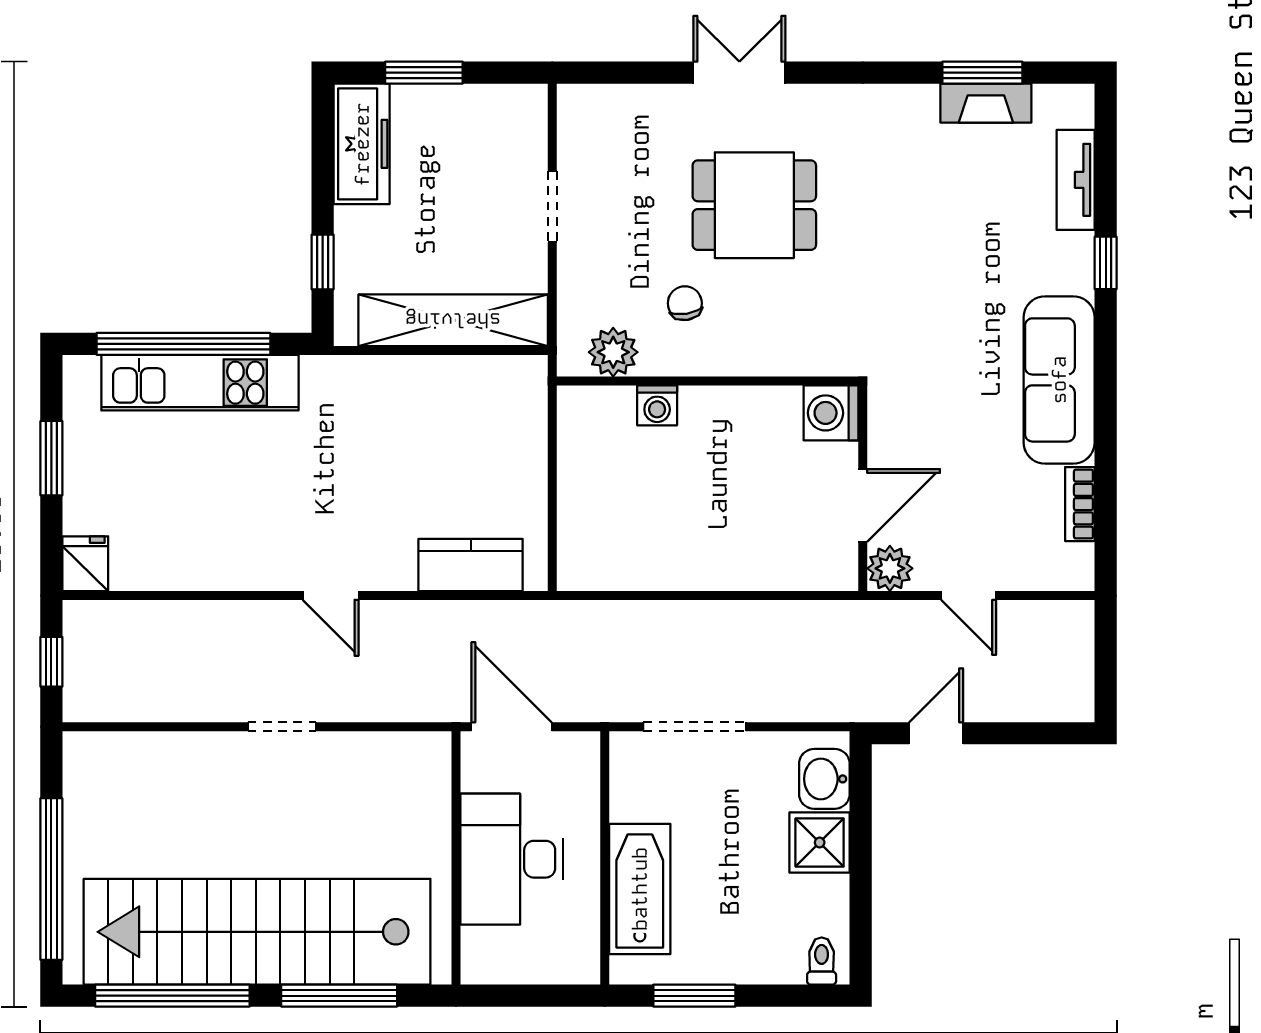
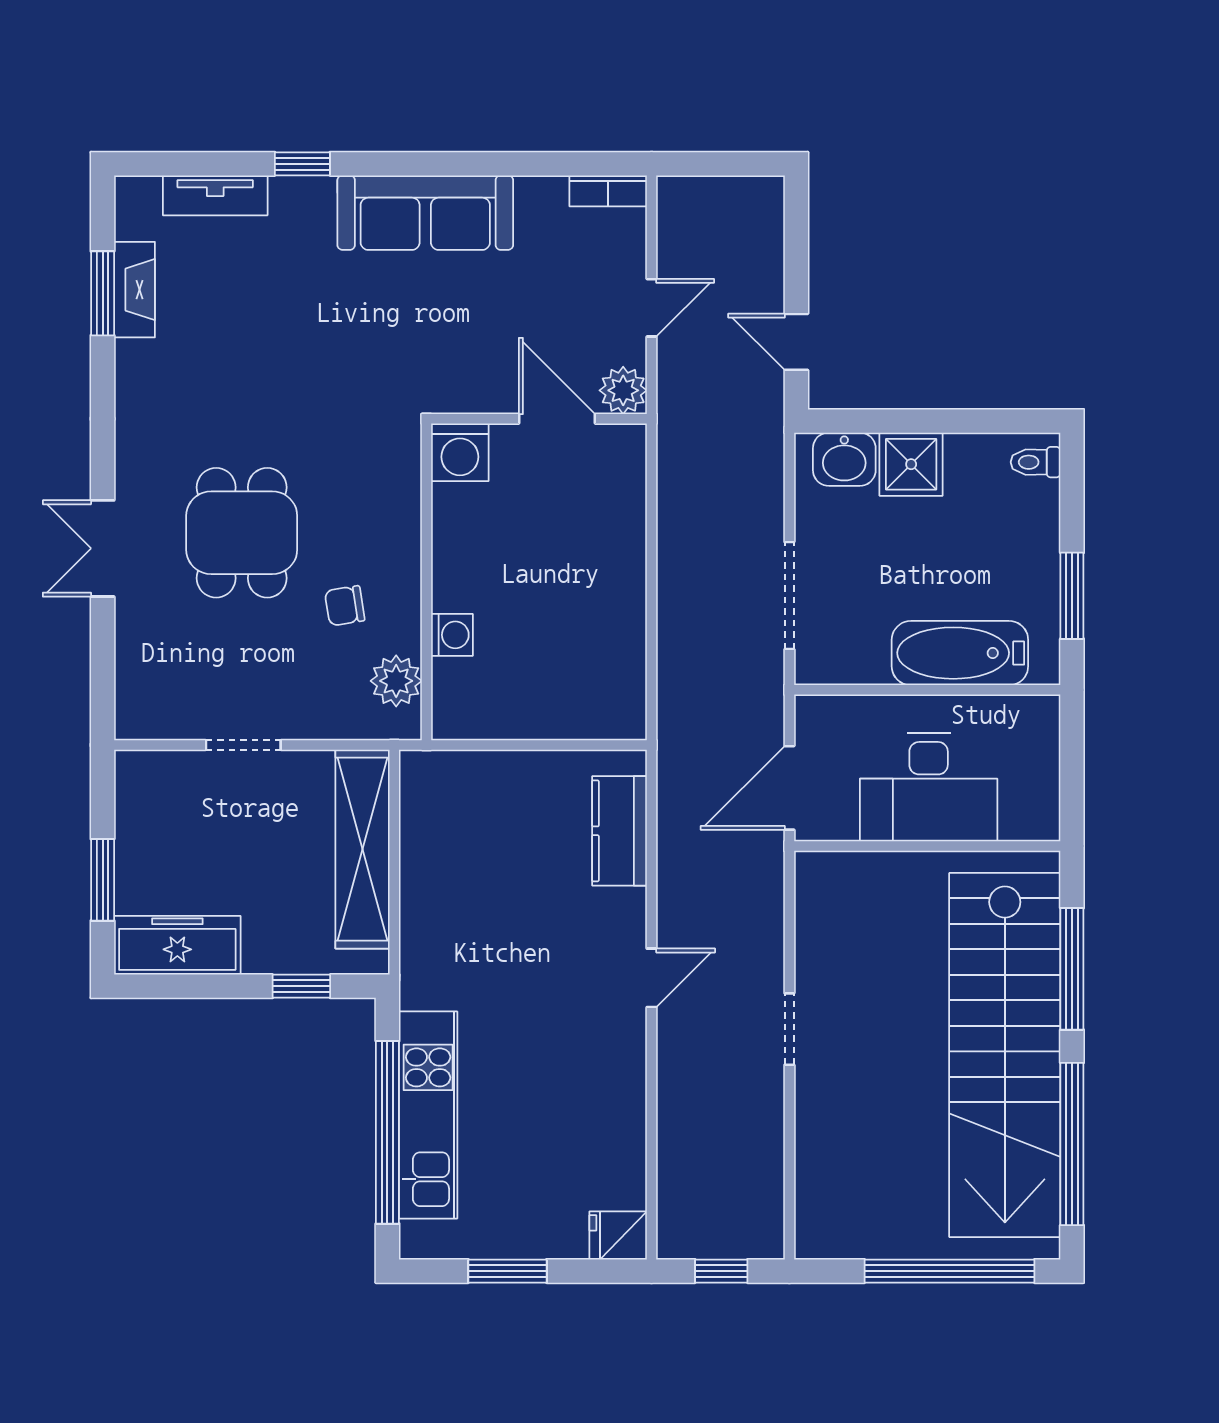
bookcase: (1080, 504) -> (608, 191), moved

